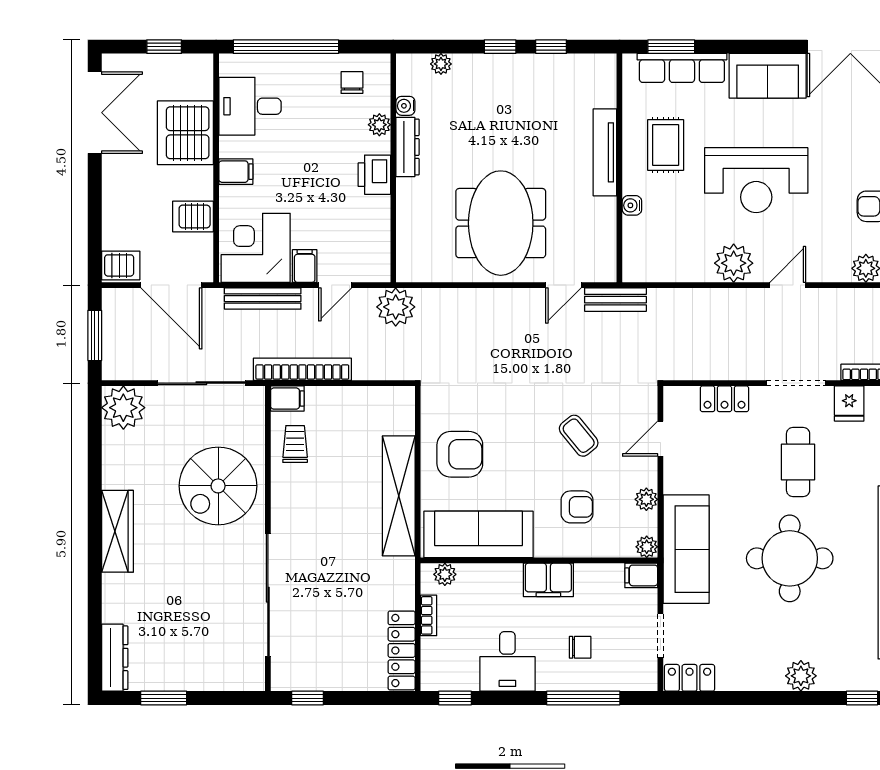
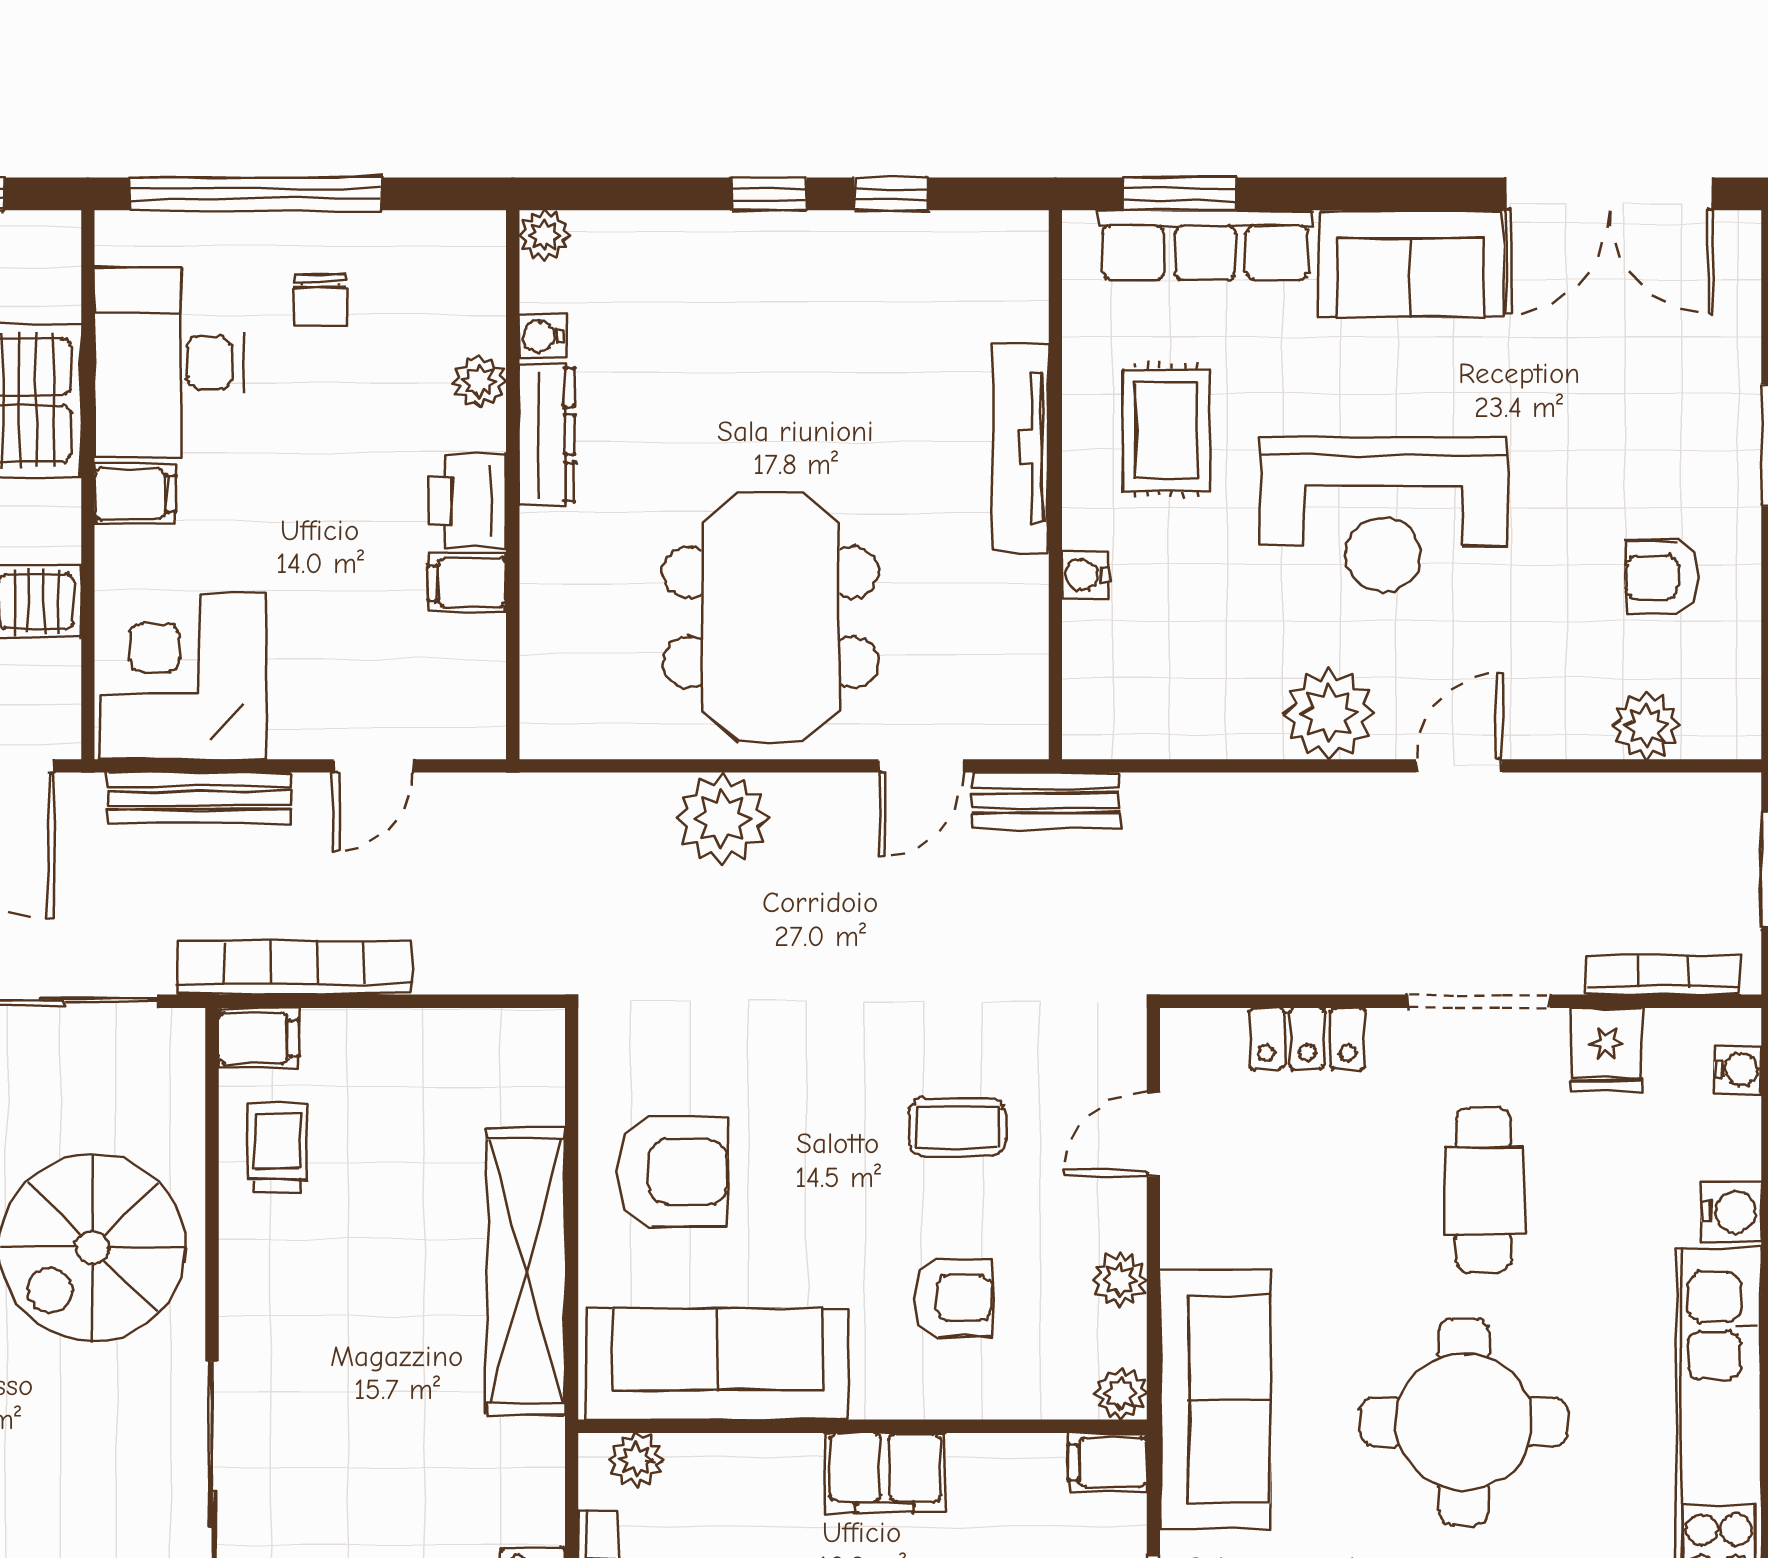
plant: (441, 64) -> (545, 235), moved
chair: (352, 83) -> (320, 300), moved, turned 180
desk: (250, 106) -> (169, 363), width x1.37
filing cabinet: (305, 266) -> (467, 583), moved, turned -90
plant: (396, 307) -> (722, 818), moved
coffee table: (579, 436) -> (957, 1127), turned -51

